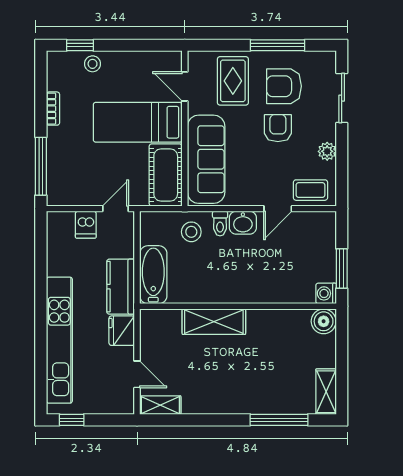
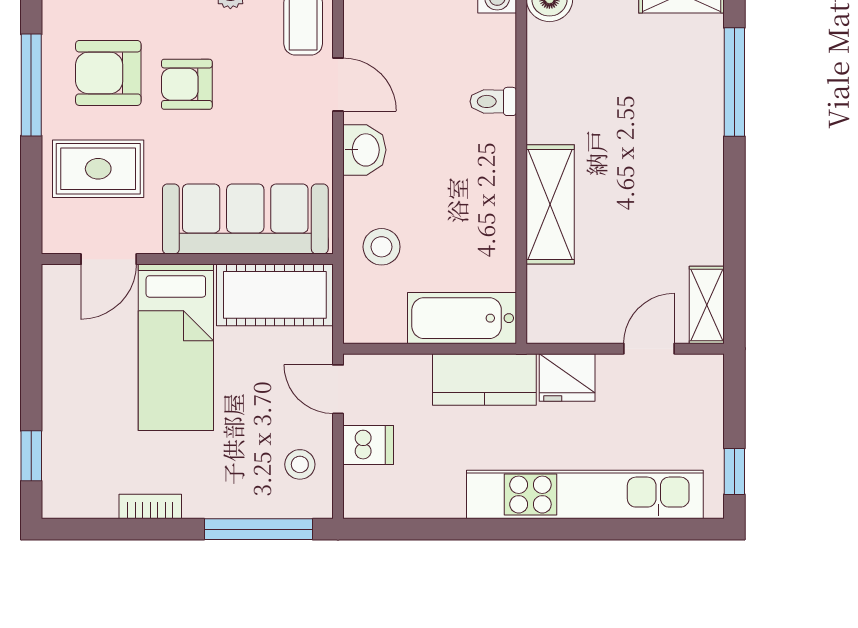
stool: (93, 64) -> (300, 464), moved
armchair: (284, 86) -> (108, 73), turned 90
toilet: (220, 224) -> (493, 101), moved, turned 180

